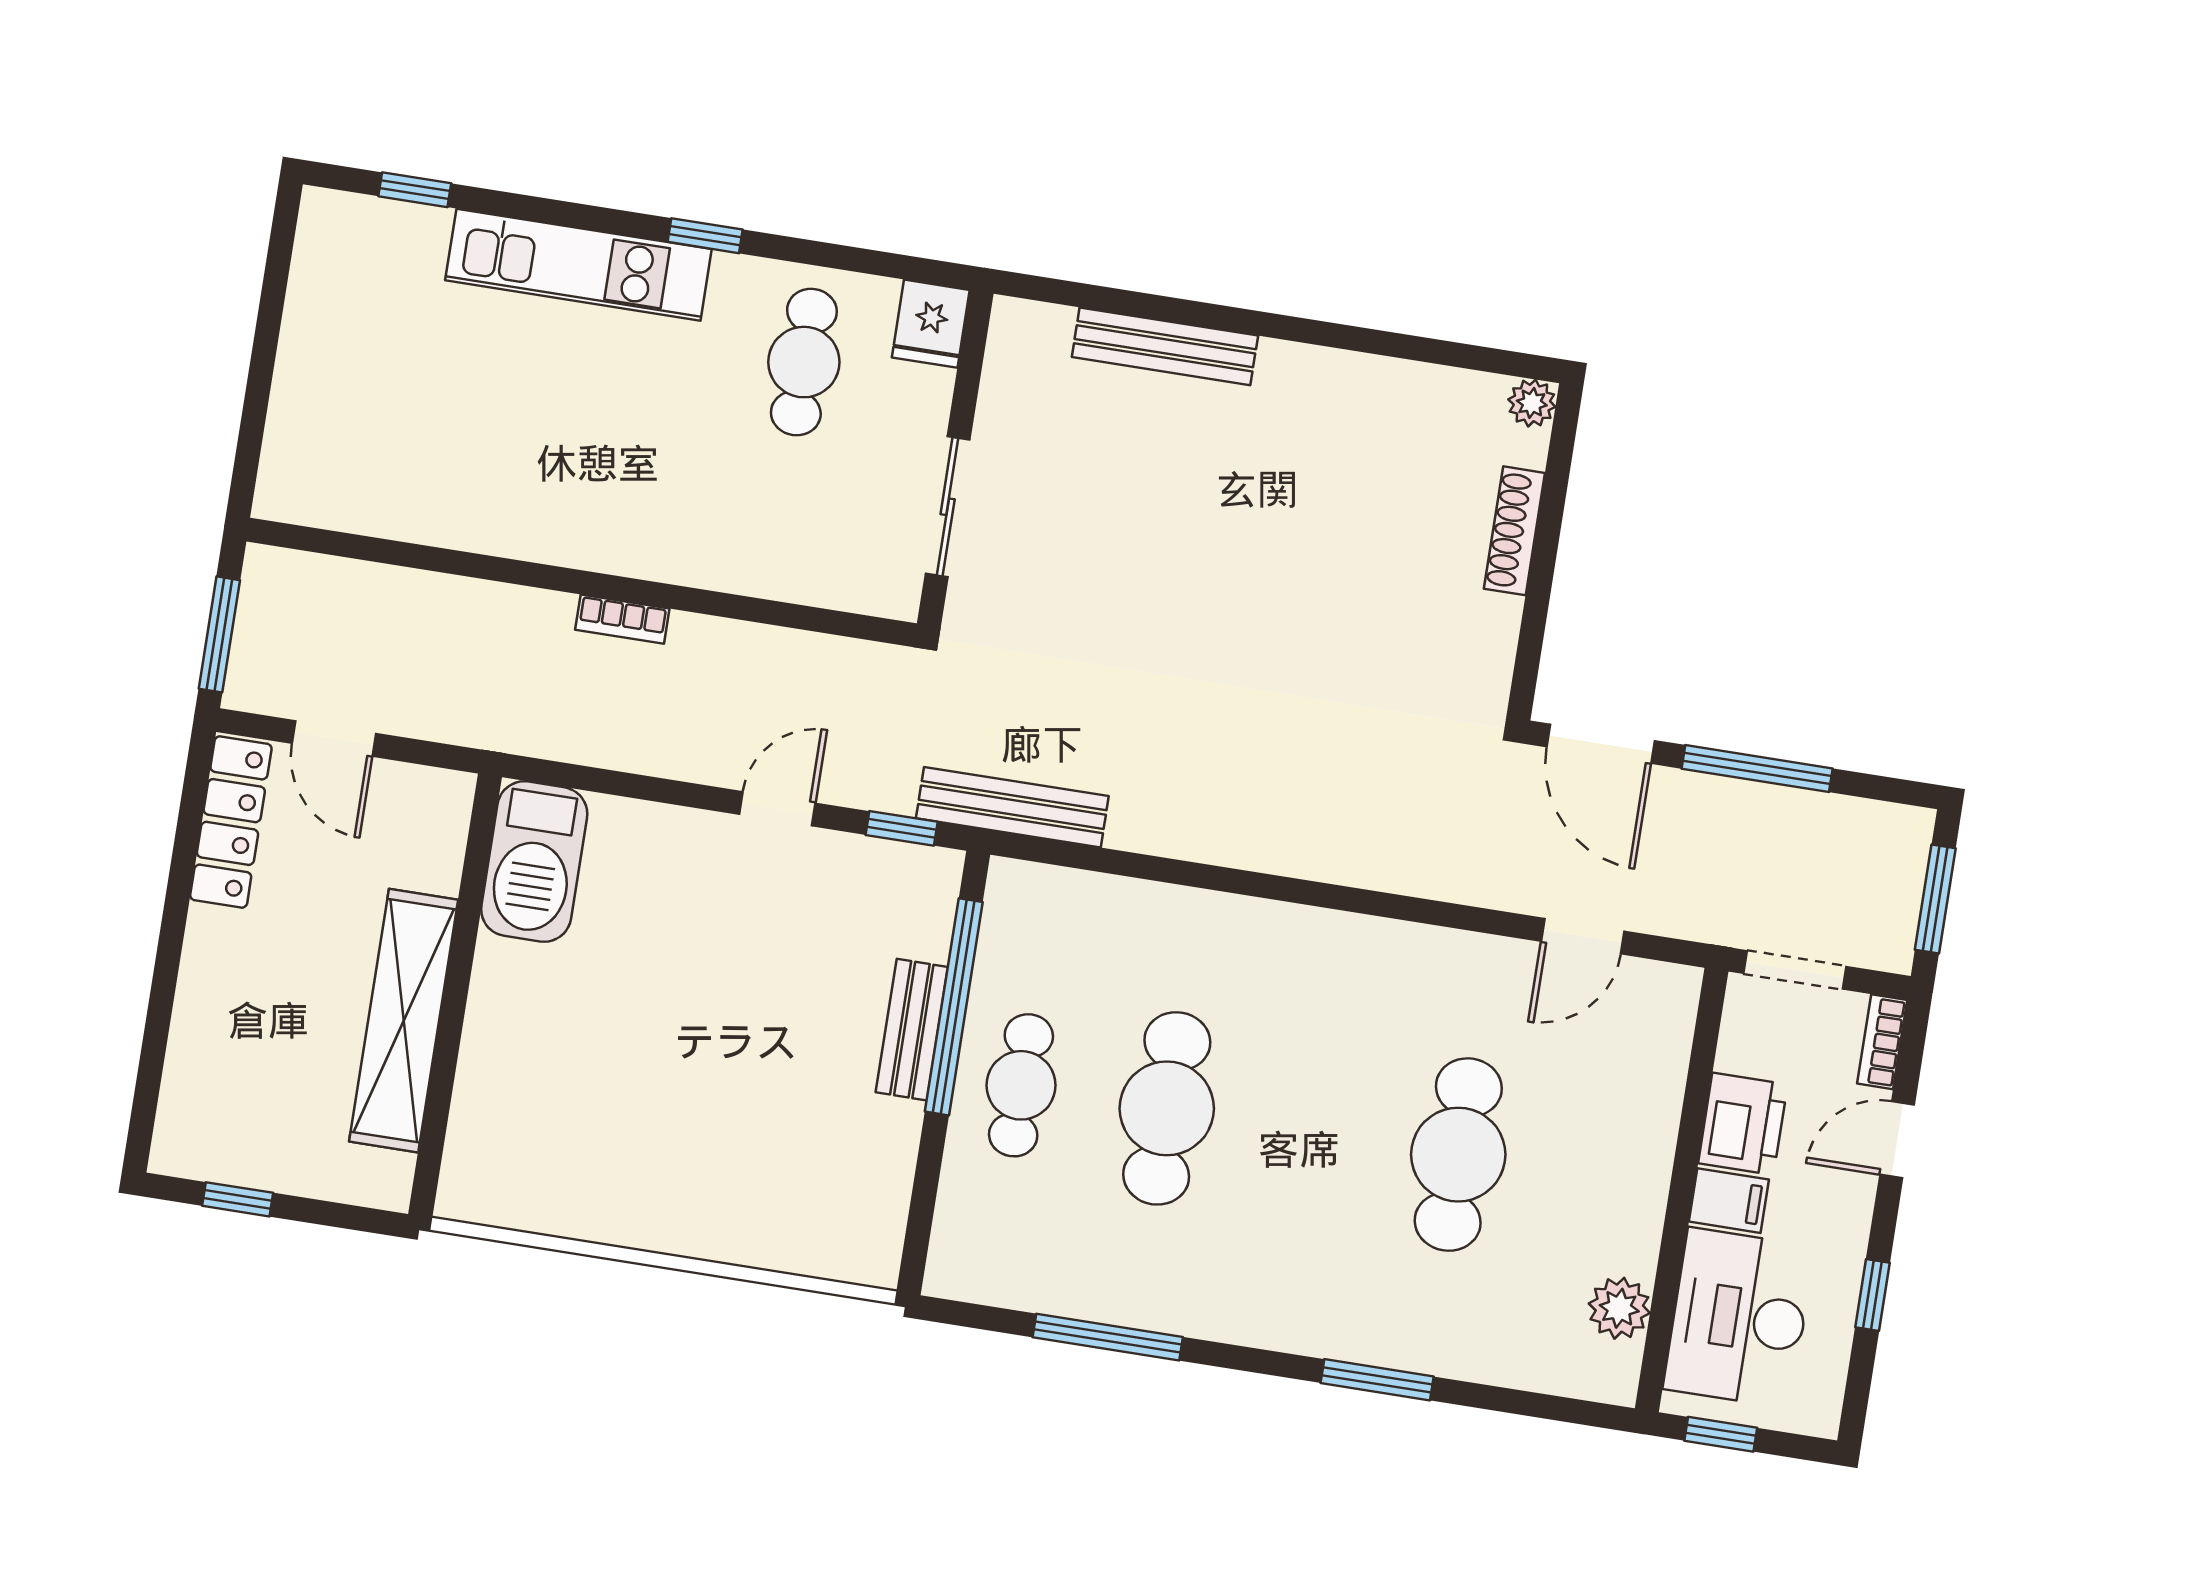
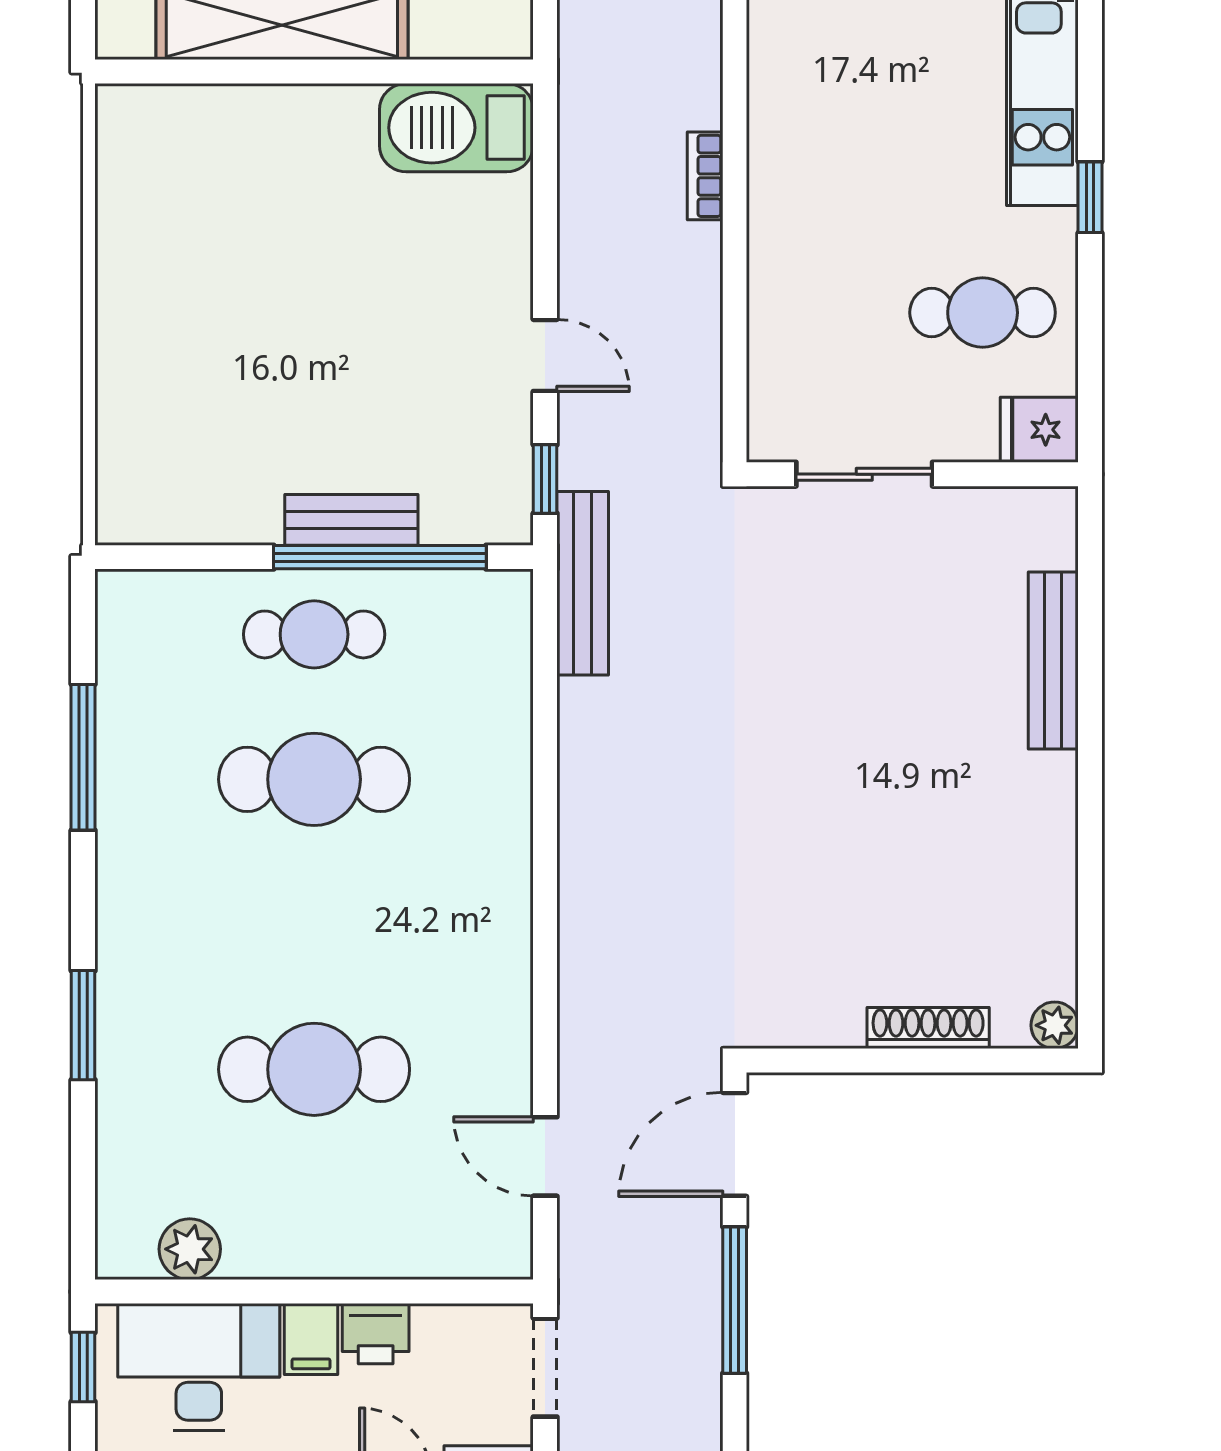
printer: (1743, 1124) -> (376, 1334), width x0.73, depth x0.81

